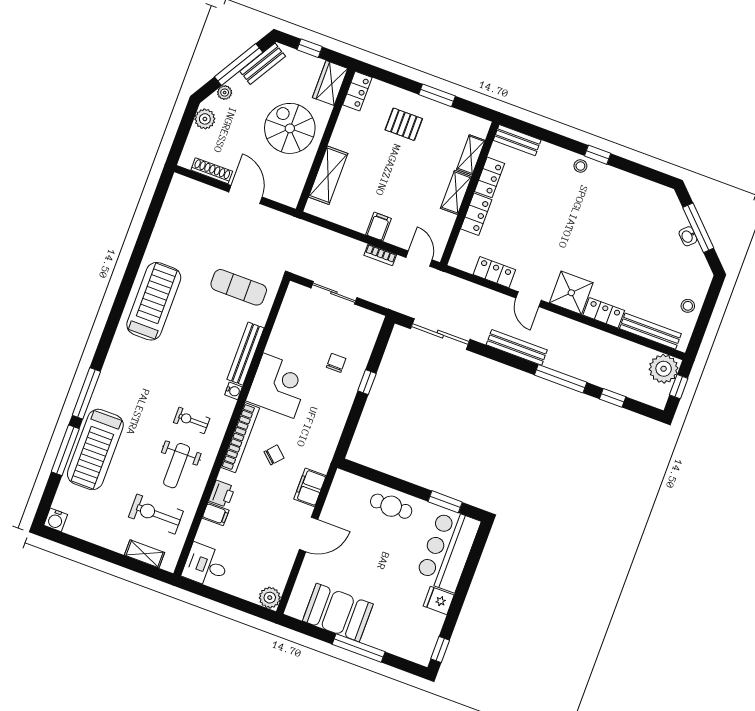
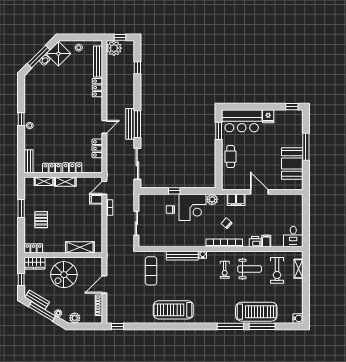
window: (161, 190) -> (118, 326), added
filing cabinet: (378, 227) -> (96, 199), moved
shower: (571, 293) -> (58, 54), moved, turned 45
window: (561, 379) -> (137, 124), moved
corner desk: (278, 386) -> (192, 207), moved, turned 180
plant: (270, 598) -> (212, 199), moved

